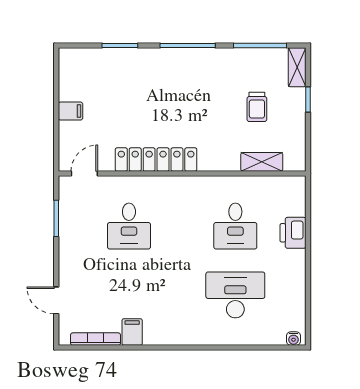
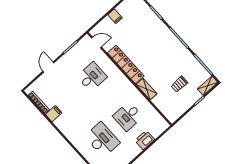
shelving: (262, 162) -> (147, 89), moved
desk: (129, 226) -> (92, 77), turned 180
door: (56, 300) -> (48, 67), moved

